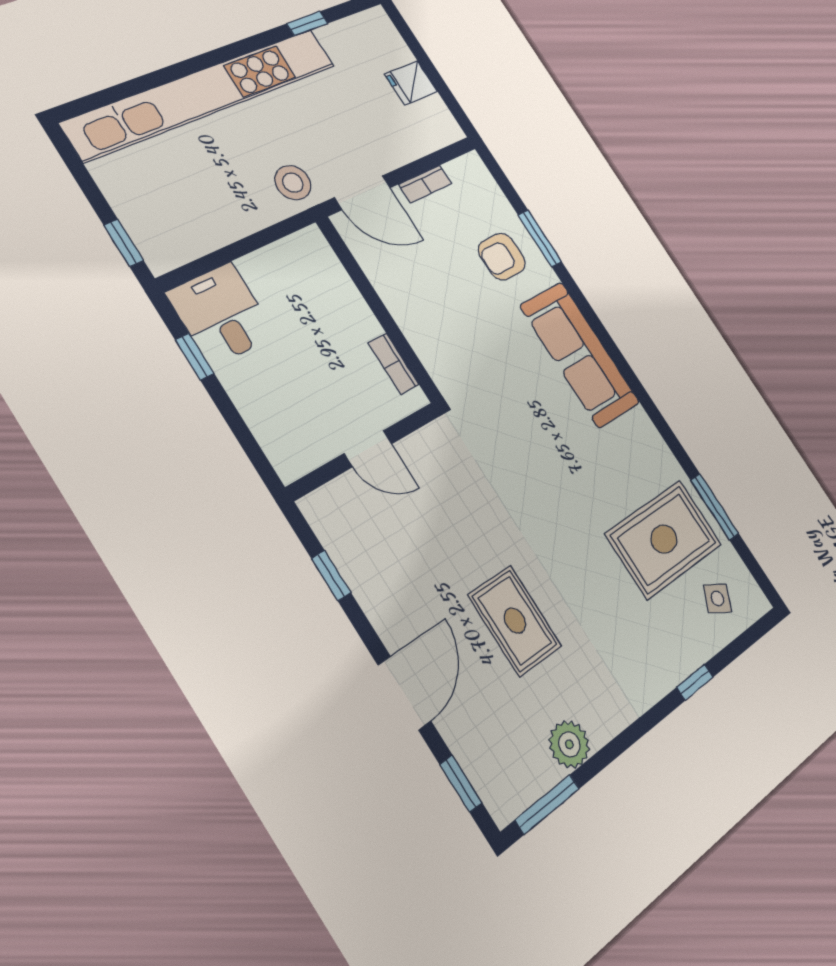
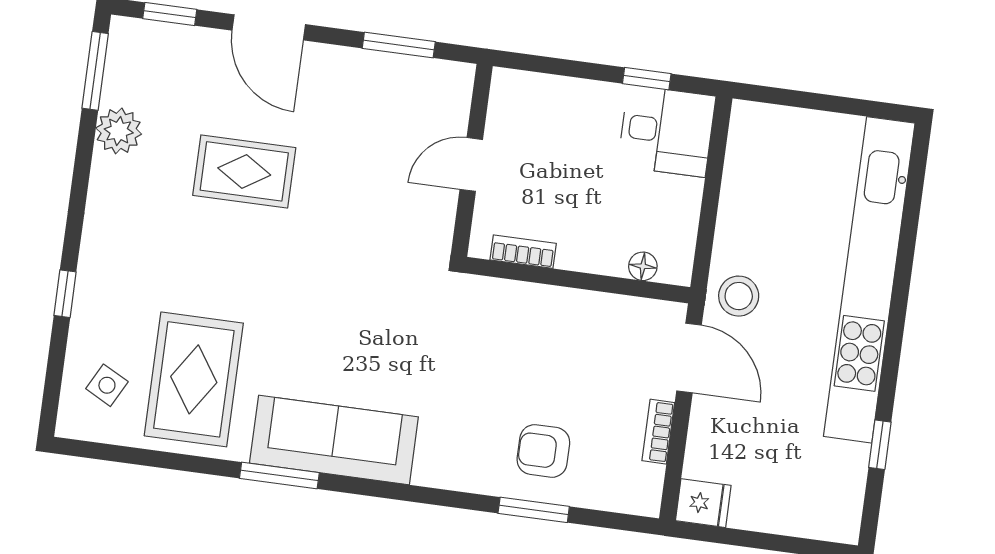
fridge: (411, 83) -> (703, 503), moved, turned 90
door: (362, 193) -> (689, 358), swing flipped
window: (124, 243) -> (778, 96), removed
armchair: (502, 257) -> (543, 451), turned -90
floor lamp: (330, 267) -> (643, 266), added
sofa: (580, 354) -> (334, 440), moved
window: (715, 507) -> (279, 475), moved
window: (331, 576) -> (399, 45), width x1.50

